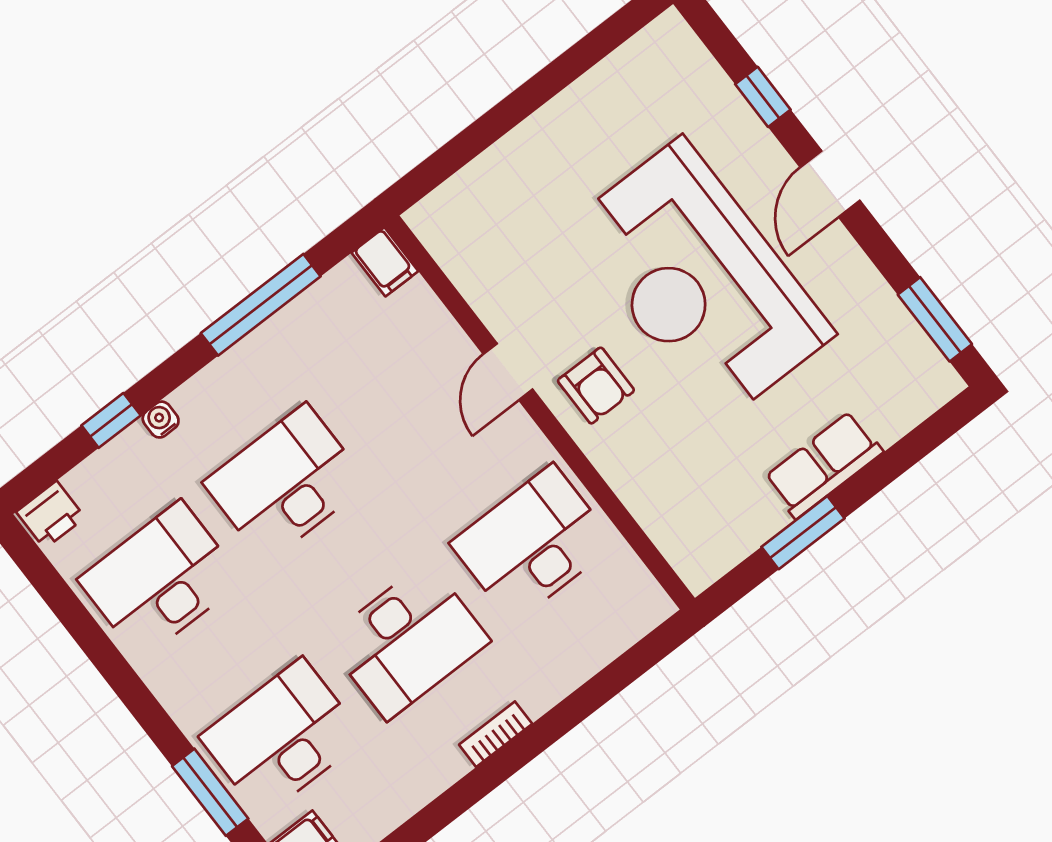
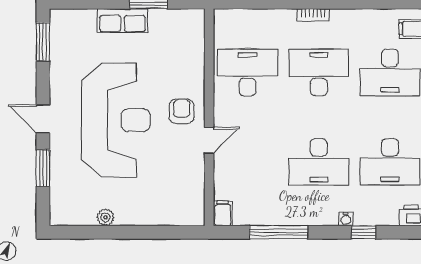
plant: (586, 96) -> (106, 217), added
window: (763, 97) -> (43, 168), width x1.50
door: (830, 184) -> (43, 119), swing flipped
desk: (533, 544) -> (248, 72), turned 180

